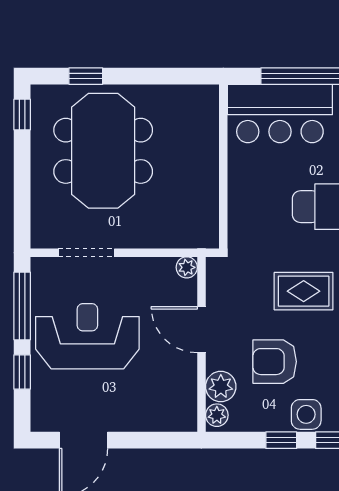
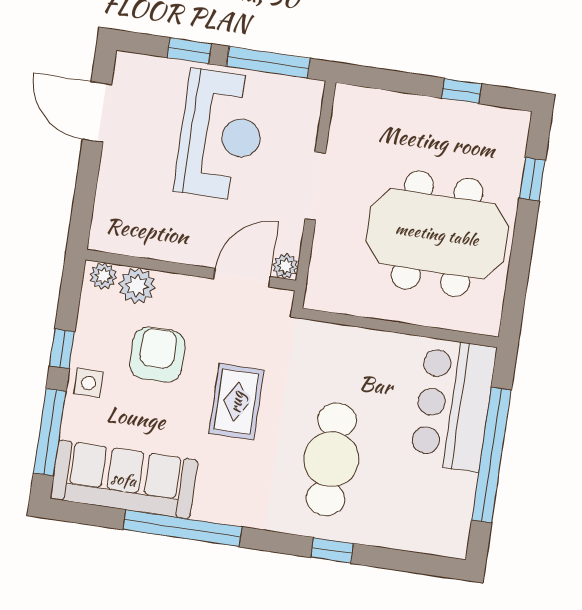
window: (22, 115) -> (462, 91), moved
meeting table: (103, 151) -> (437, 234), moved
doorway: (86, 253) -> (315, 186), moved
door: (201, 330) -> (242, 278), moved
side table: (306, 414) -> (89, 383), width x0.73, depth x0.73

